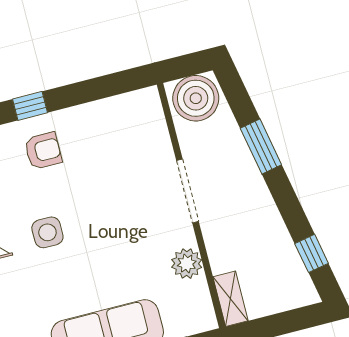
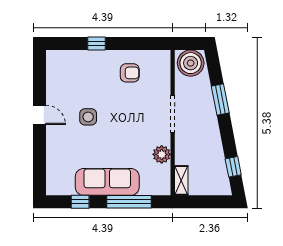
armchair: (43, 151) -> (130, 73), moved

